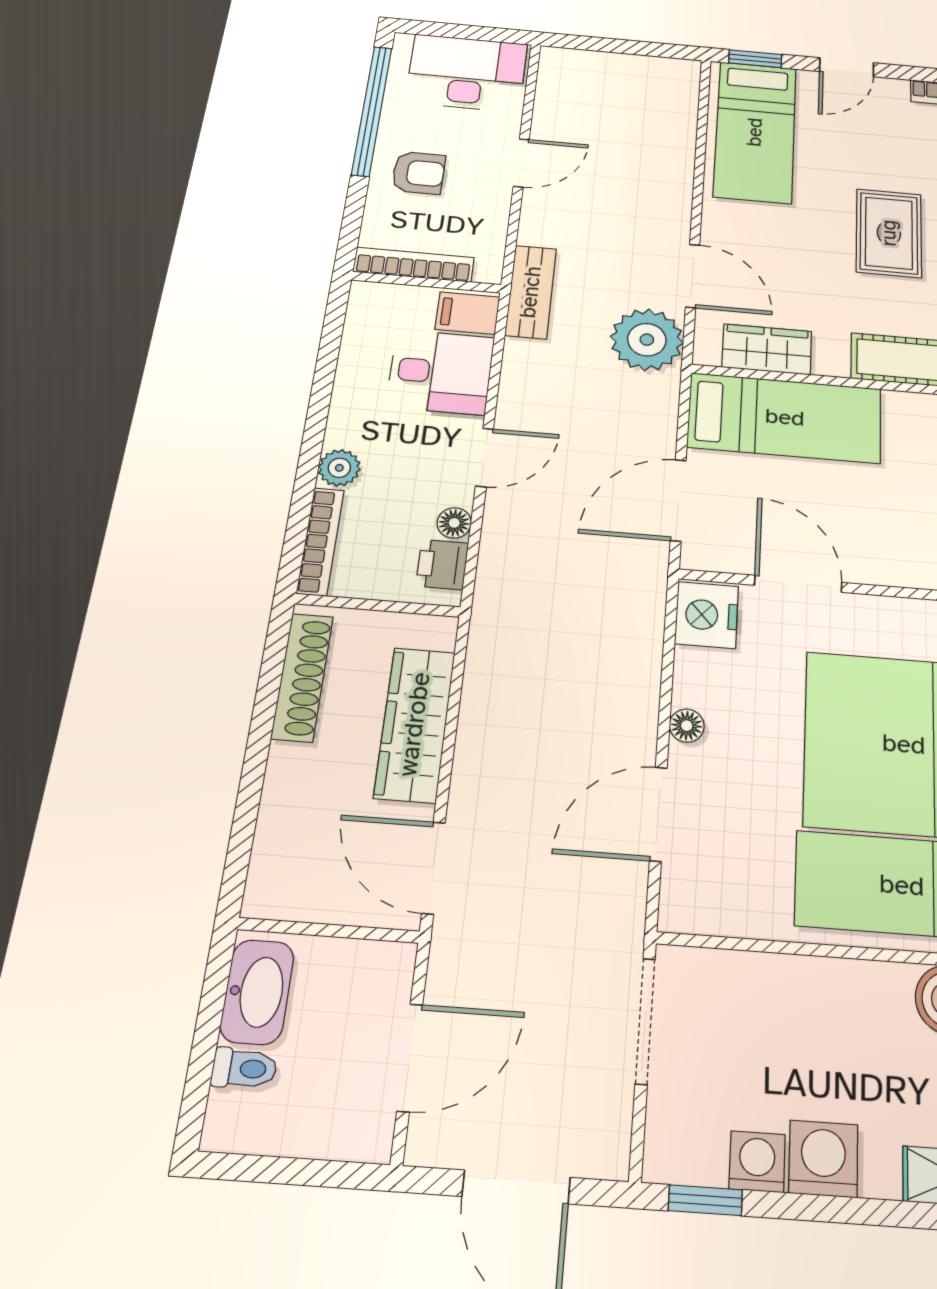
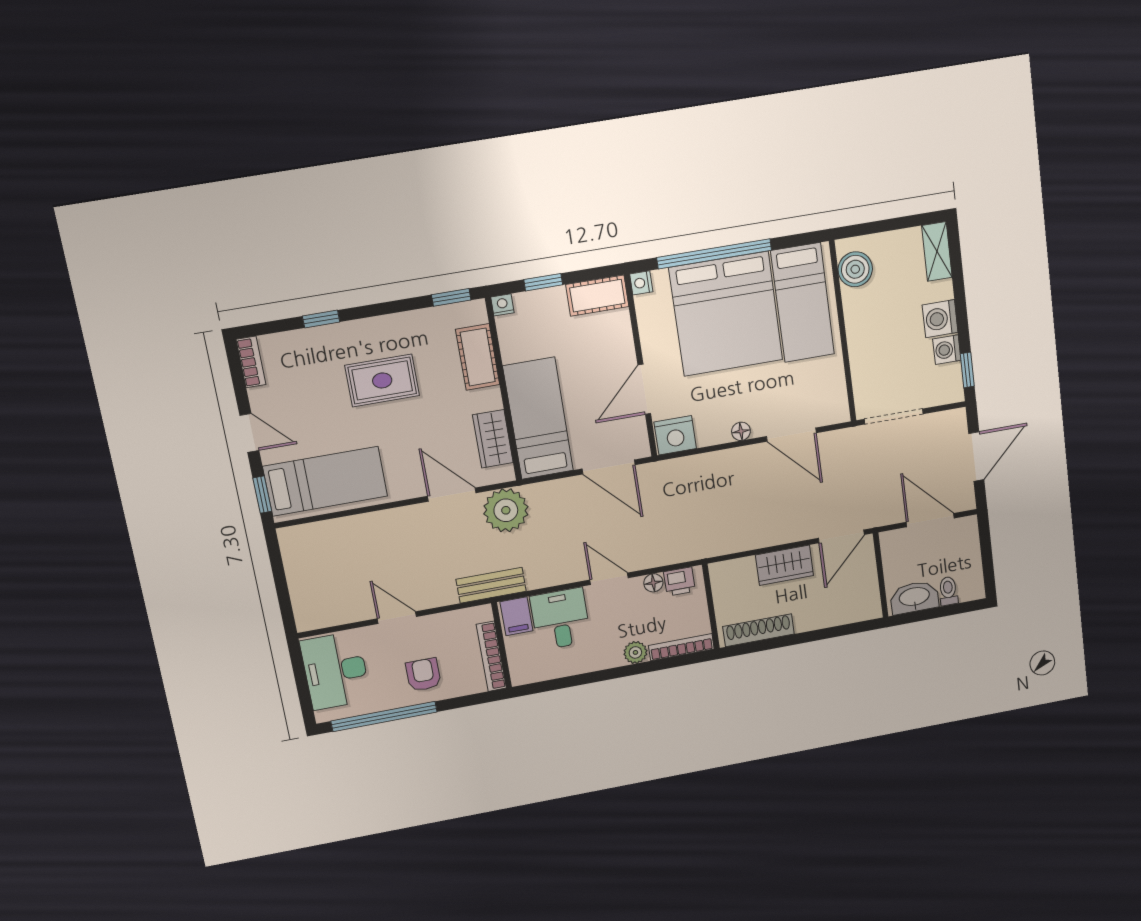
door: (693, 276) -> (452, 495), hinge flipped
wardrobe: (415, 724) -> (784, 565), width x0.67

